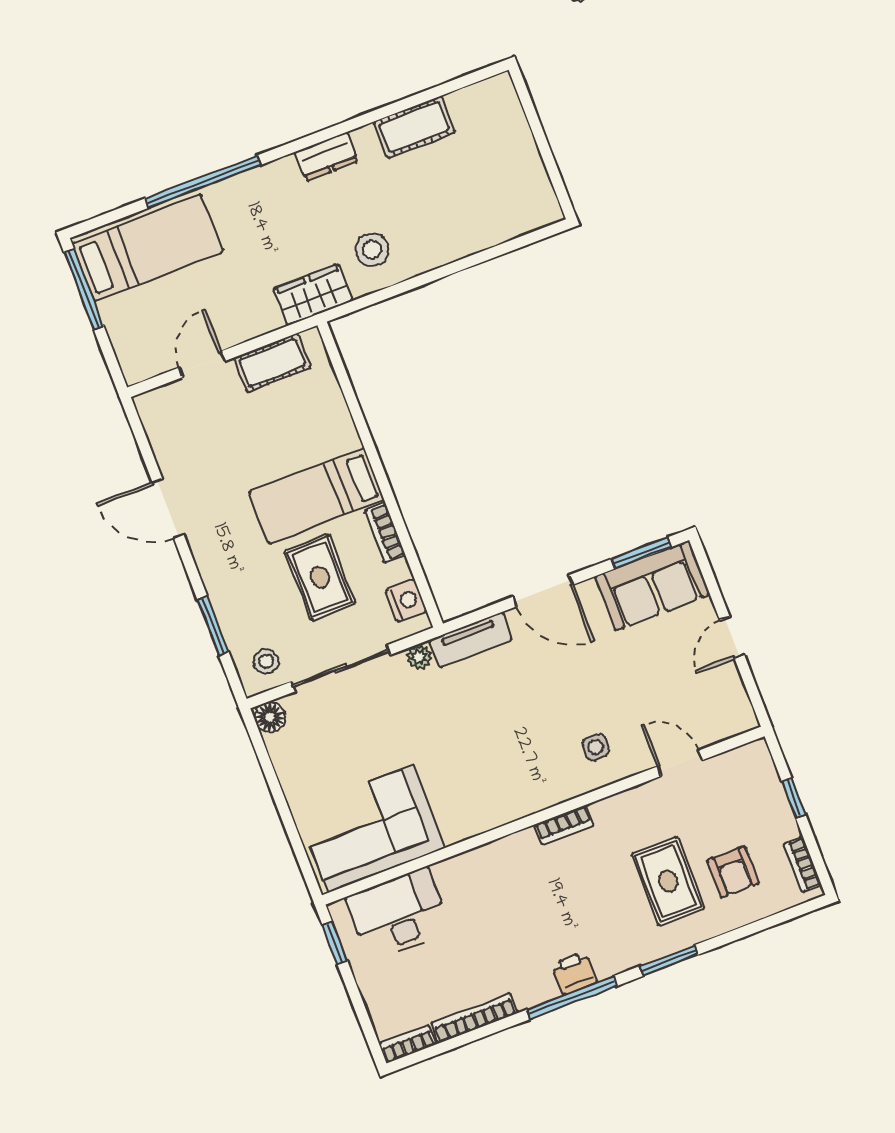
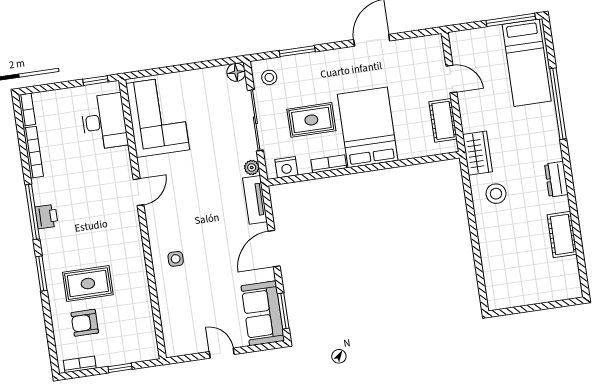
bed: (316, 496) -> (368, 127), width x1.50
door: (680, 763) -> (139, 192), moved
bookcase: (564, 825) -> (134, 230), removed

